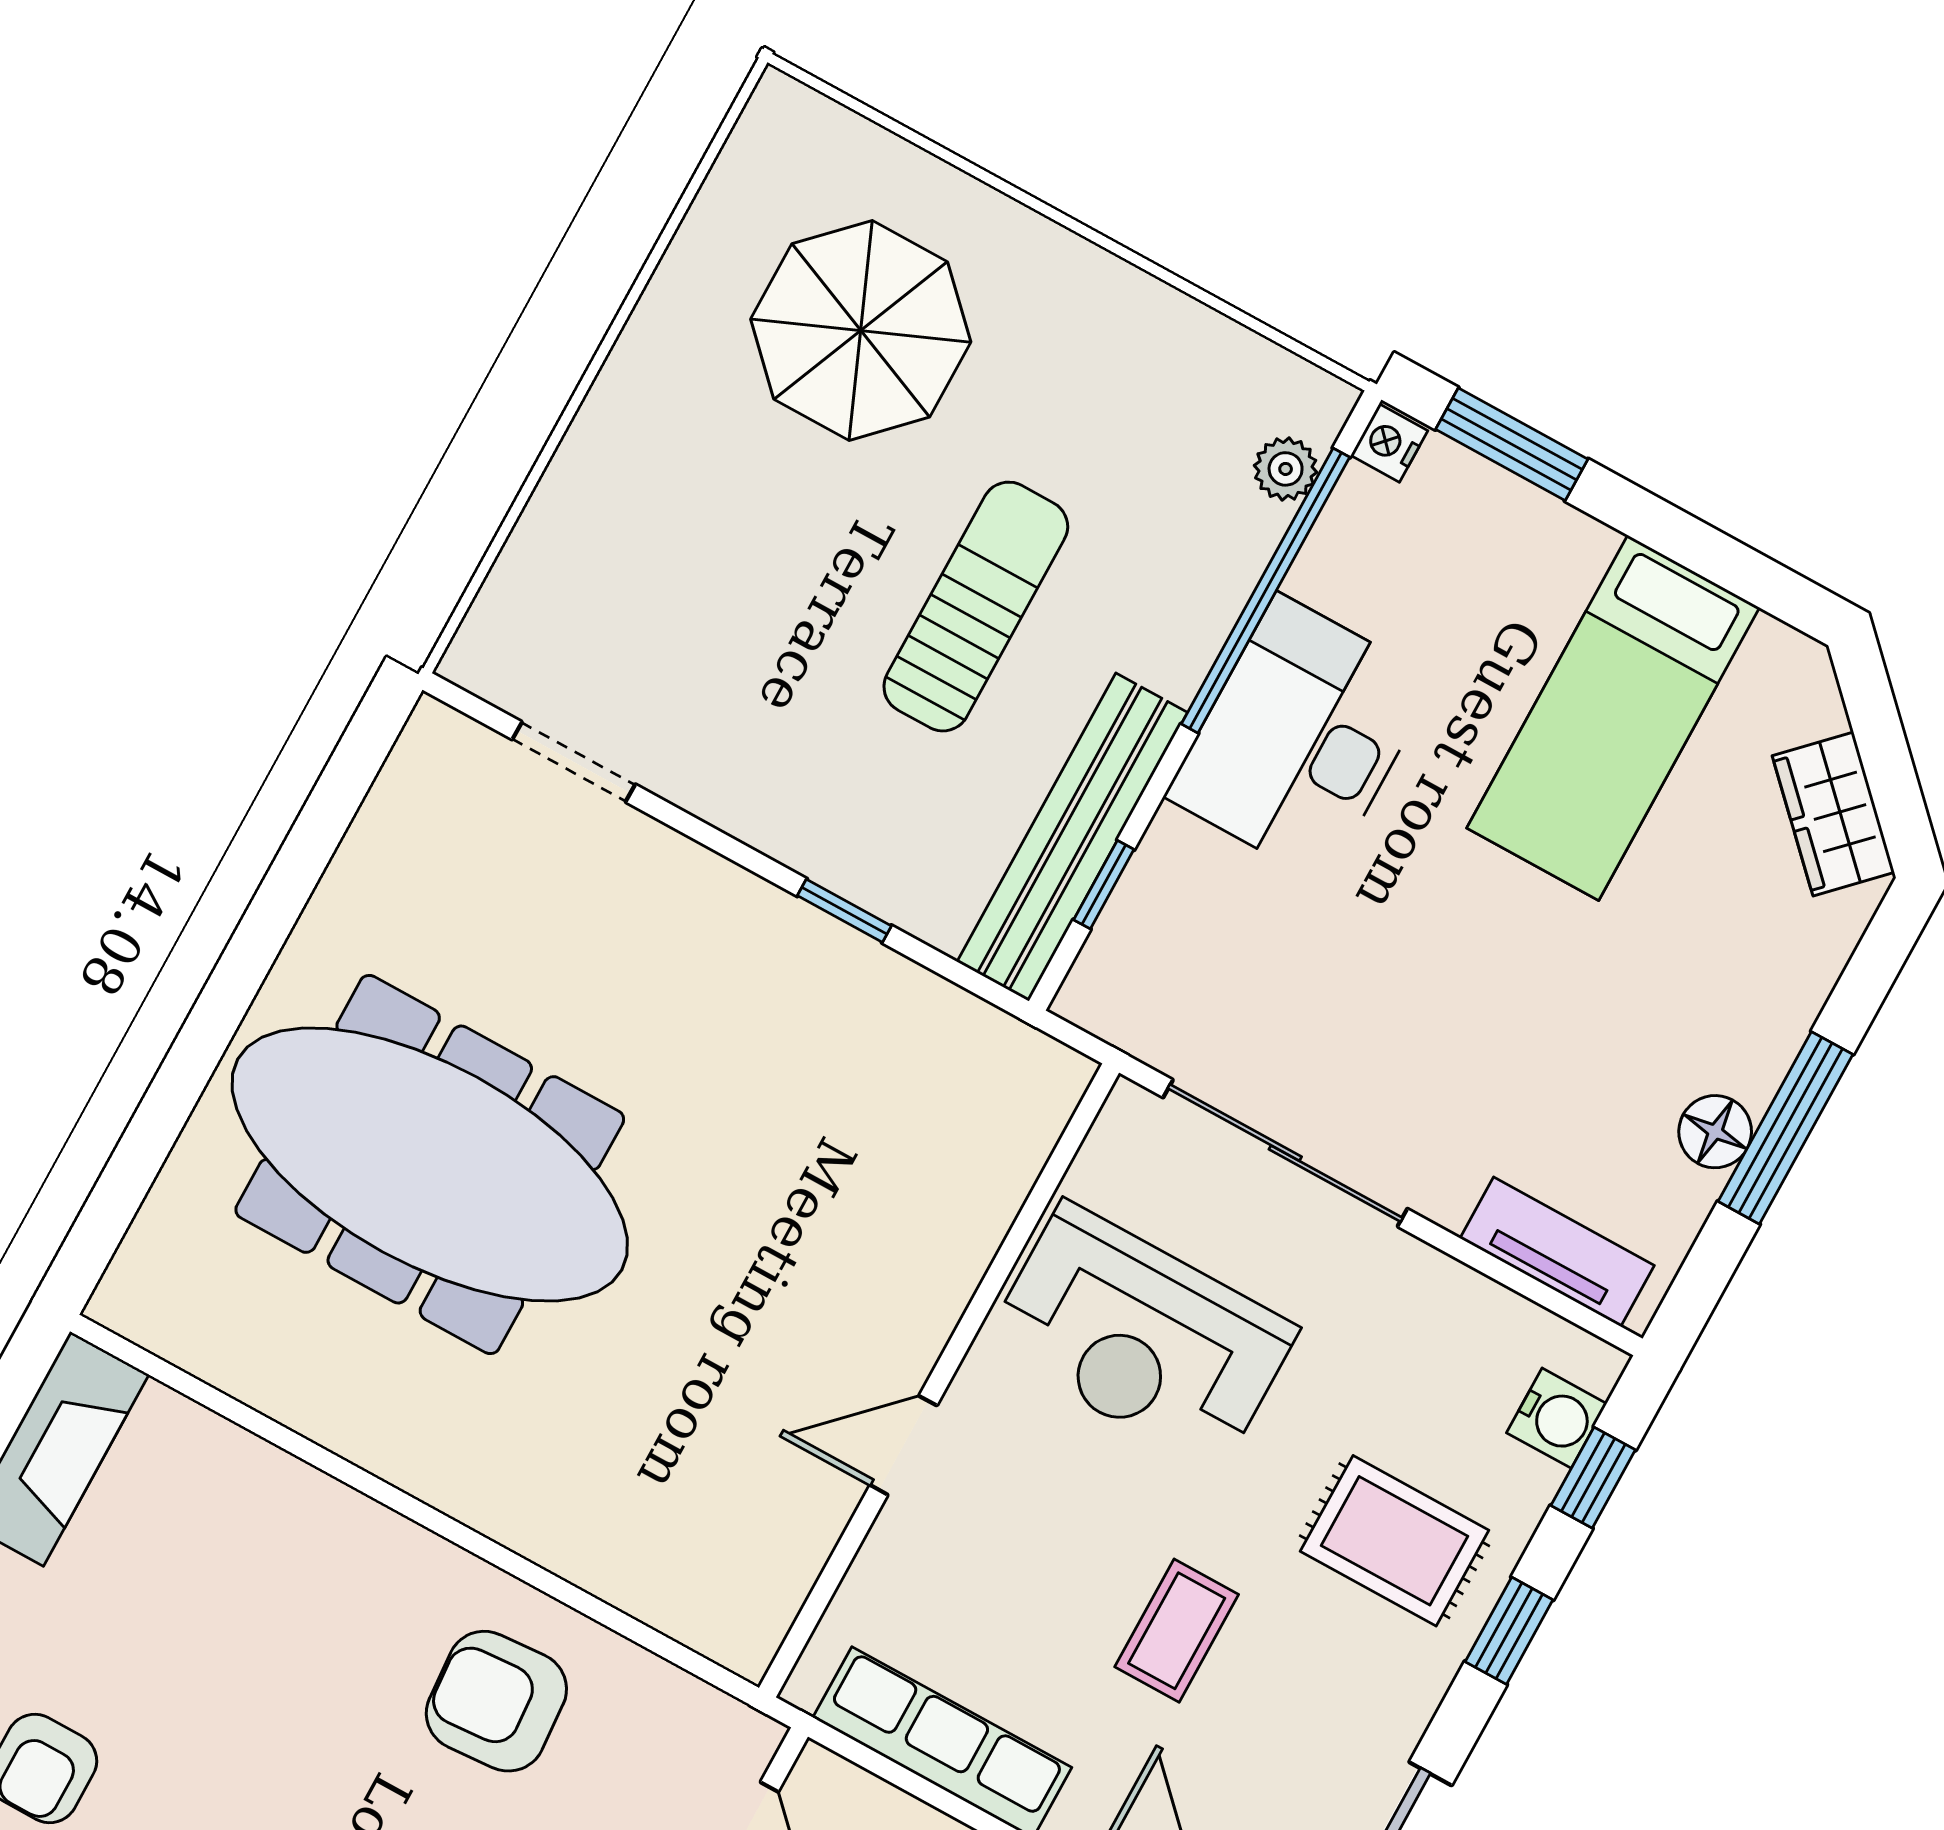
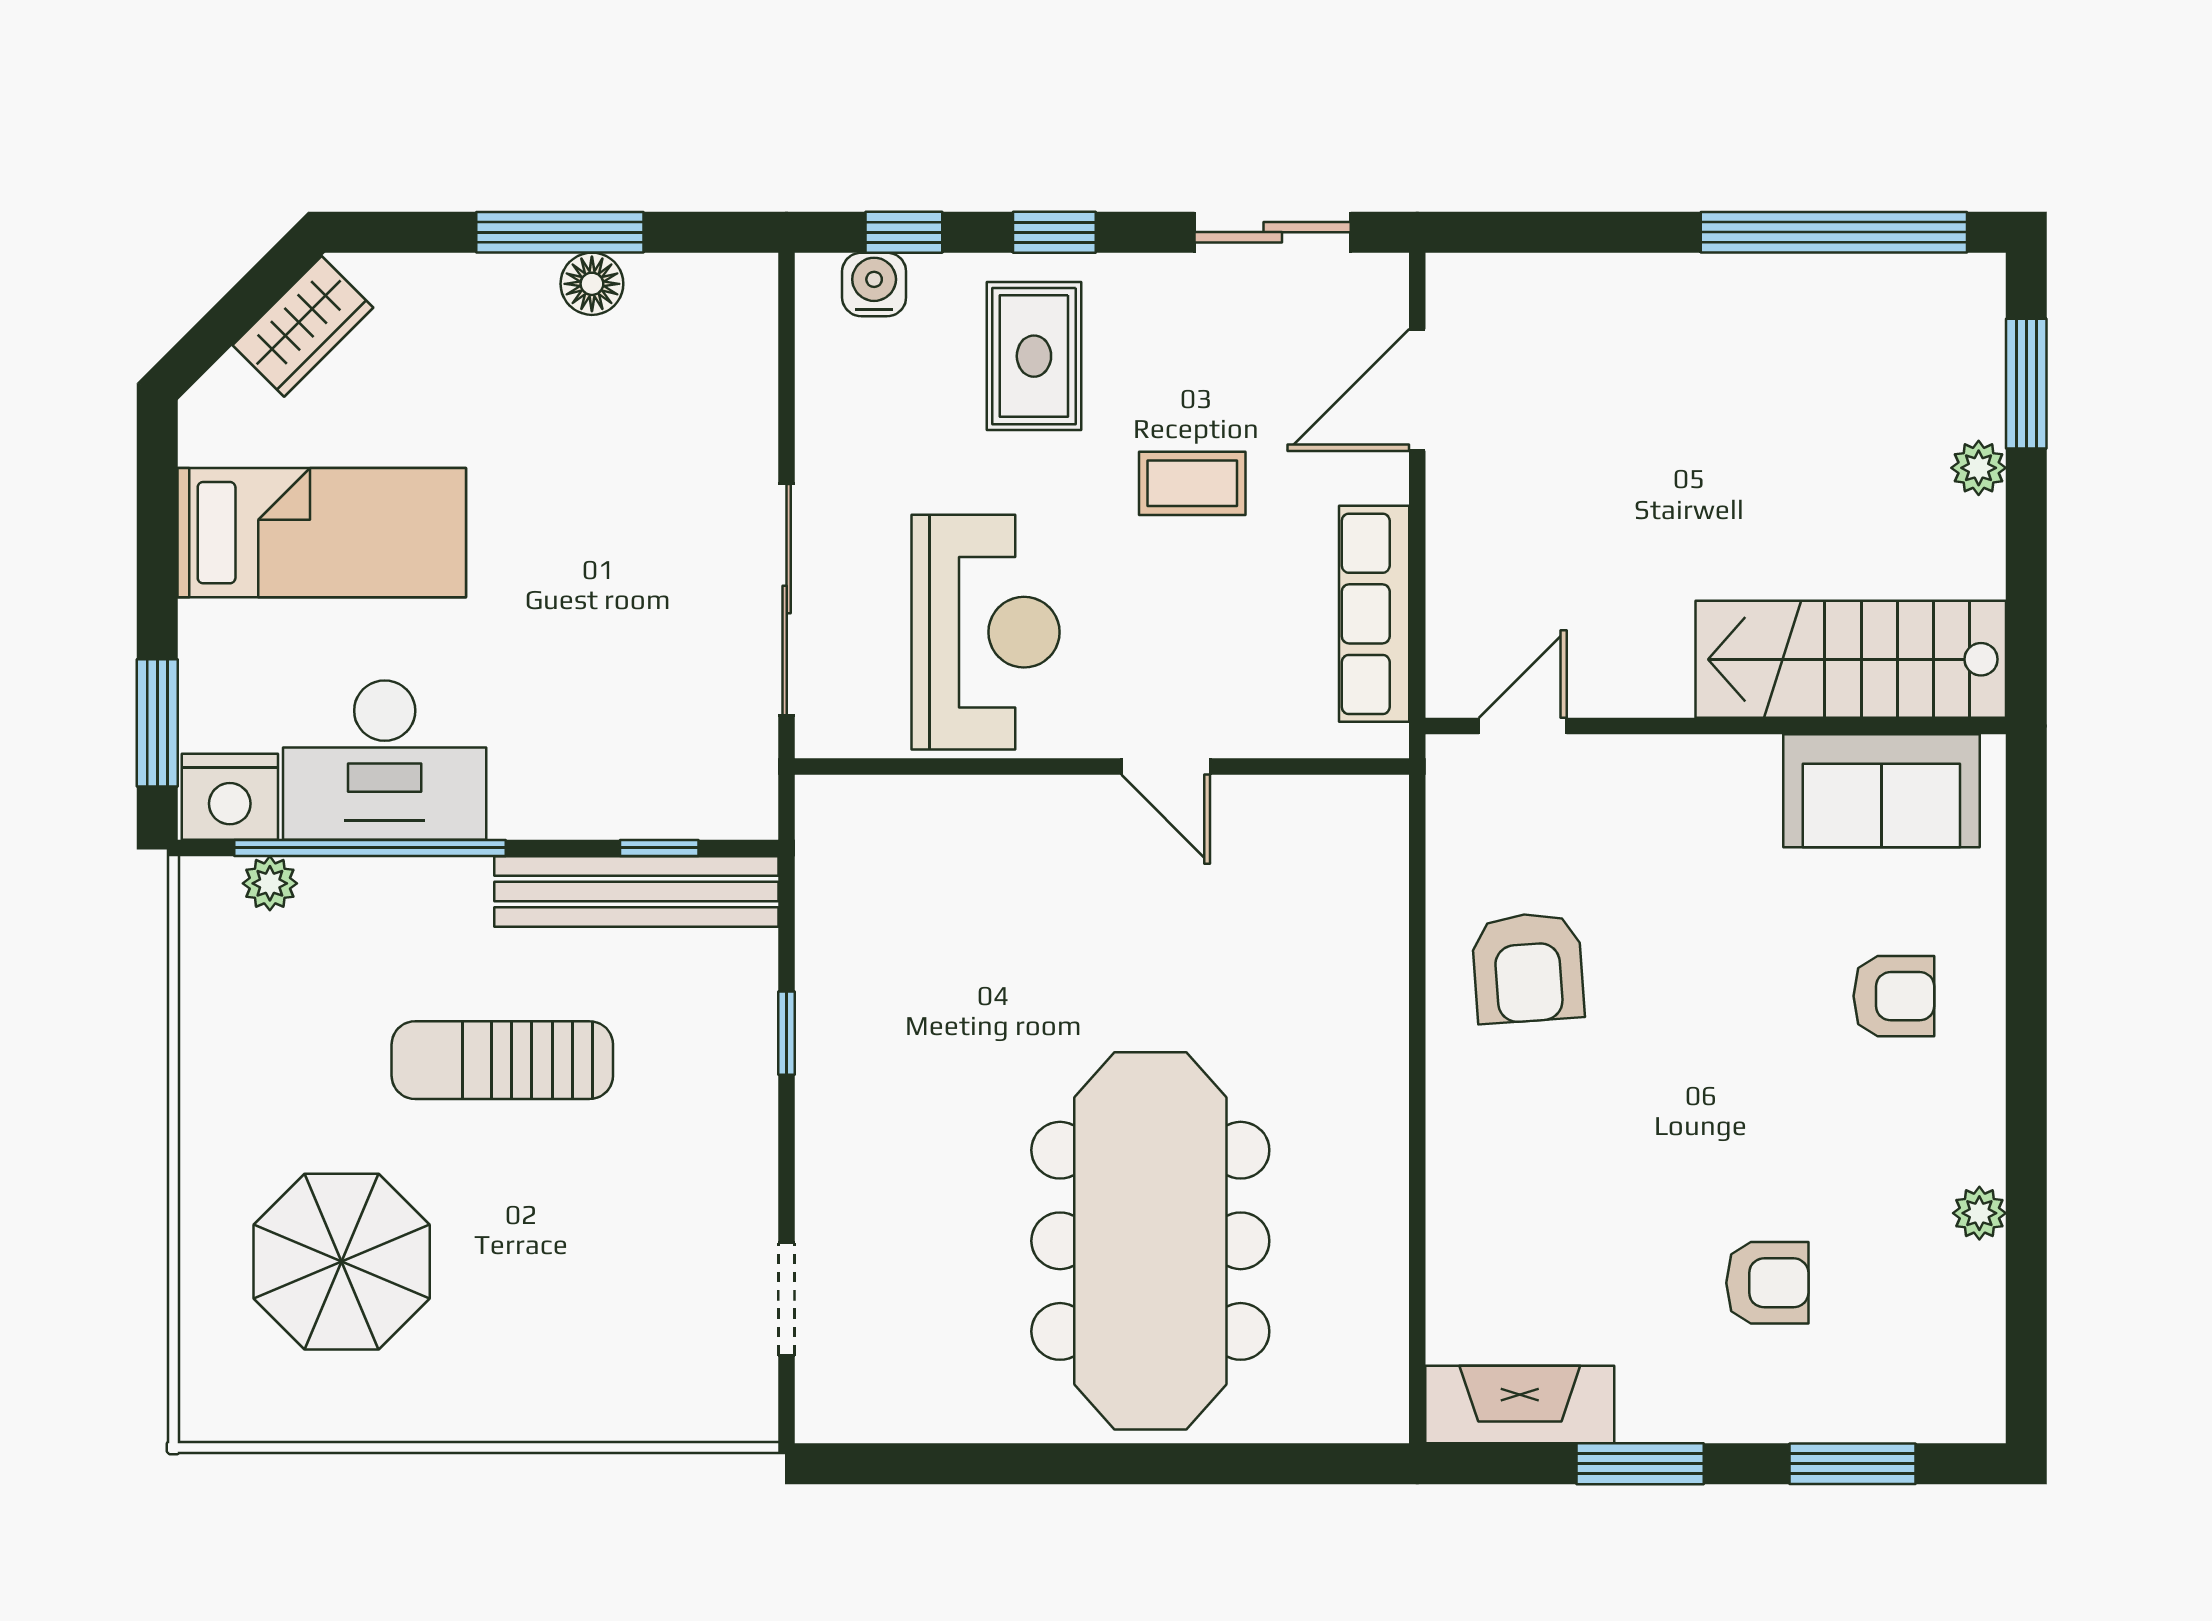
nightstand: (1389, 443) -> (230, 797), width x1.89, depth x1.79
desk: (1301, 738) -> (385, 760), moved
tv unit: (1557, 1252) -> (748, 353), removed

